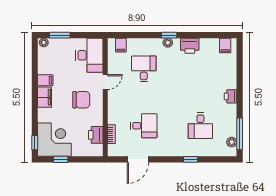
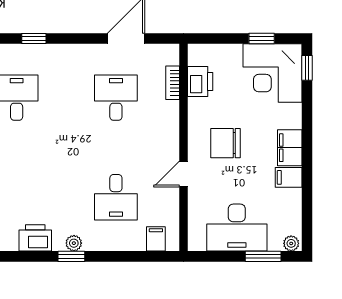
desk: (89, 55) -> (237, 228), moved, turned -90
desk: (144, 126) -> (116, 98), turned 90

